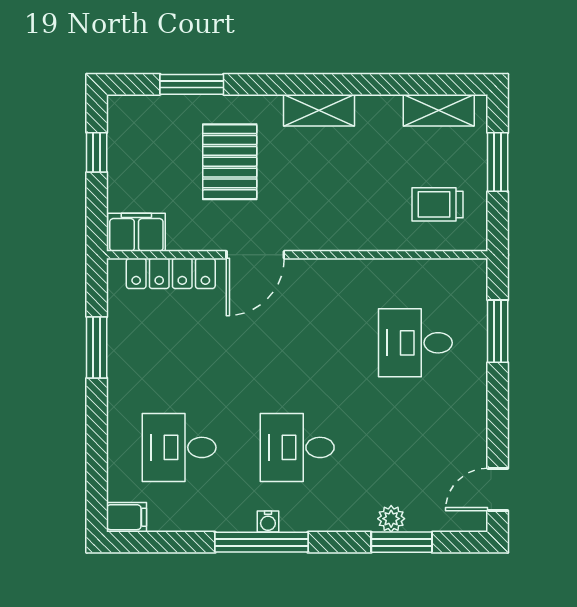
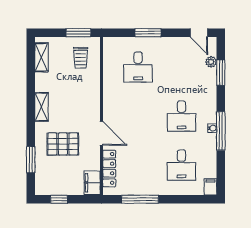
window: (498, 162) -> (78, 33), moved
window: (498, 331) -> (148, 33), moved
window: (97, 347) -> (140, 199), width x1.44
plant: (391, 519) -> (211, 62), moved

